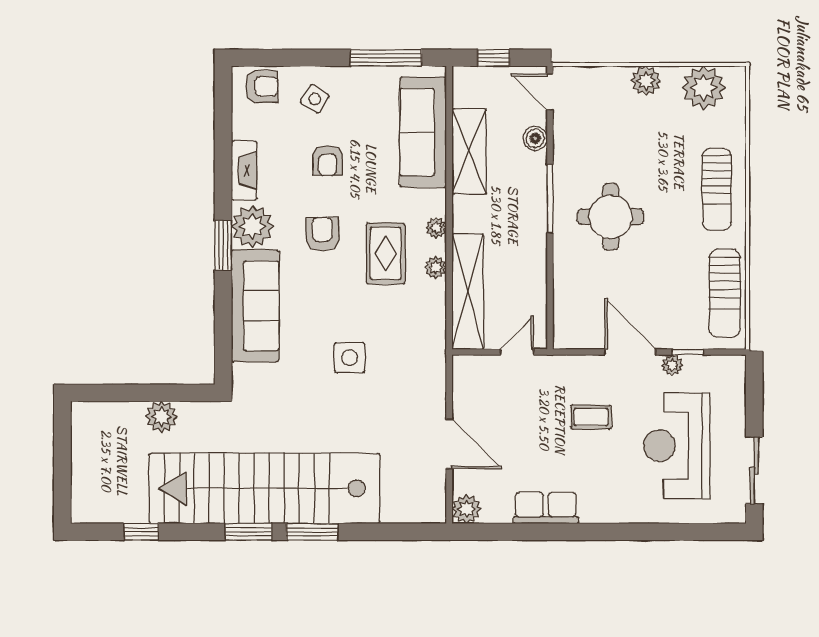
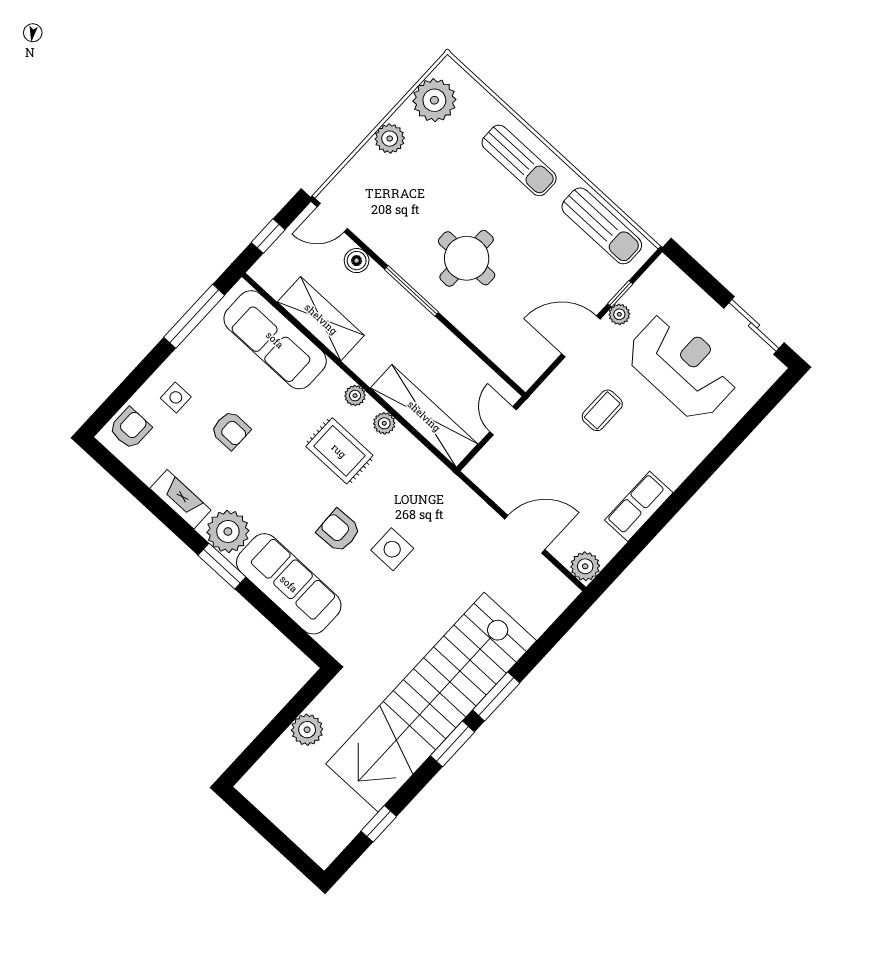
side table: (315, 99) -> (176, 397), turned -33
armchair: (322, 234) -> (339, 531), moved
reception desk: (677, 446) -> (682, 366), turned 180

